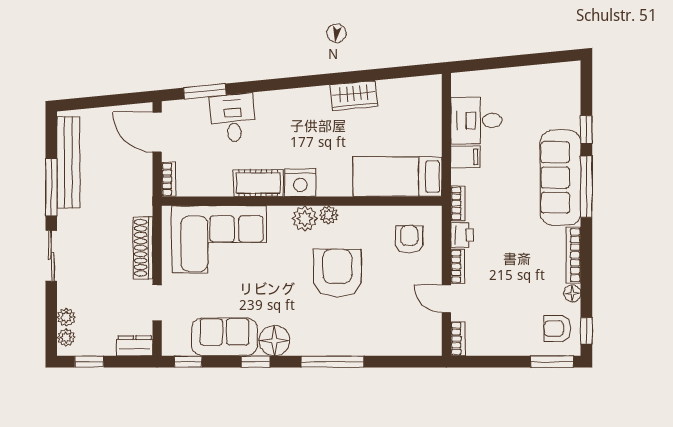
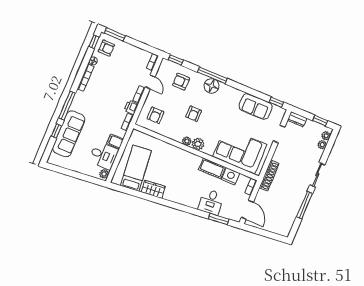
plant: (461, 85) -> (104, 174), added
bench: (68, 162) -> (292, 213), removed
bed: (397, 177) -> (136, 168), moved, turned -96
sofa: (560, 178) -> (69, 134), moved
nightstand: (300, 183) -> (230, 176), moved
shoe rack: (143, 248) -> (269, 176), moved
armchair: (337, 273) -> (194, 114), width x0.53, depth x0.53
armchair: (387, 324) -> (181, 82), added
floor lamp: (274, 341) -> (212, 86), moved
window: (255, 362) -> (176, 60), moved

